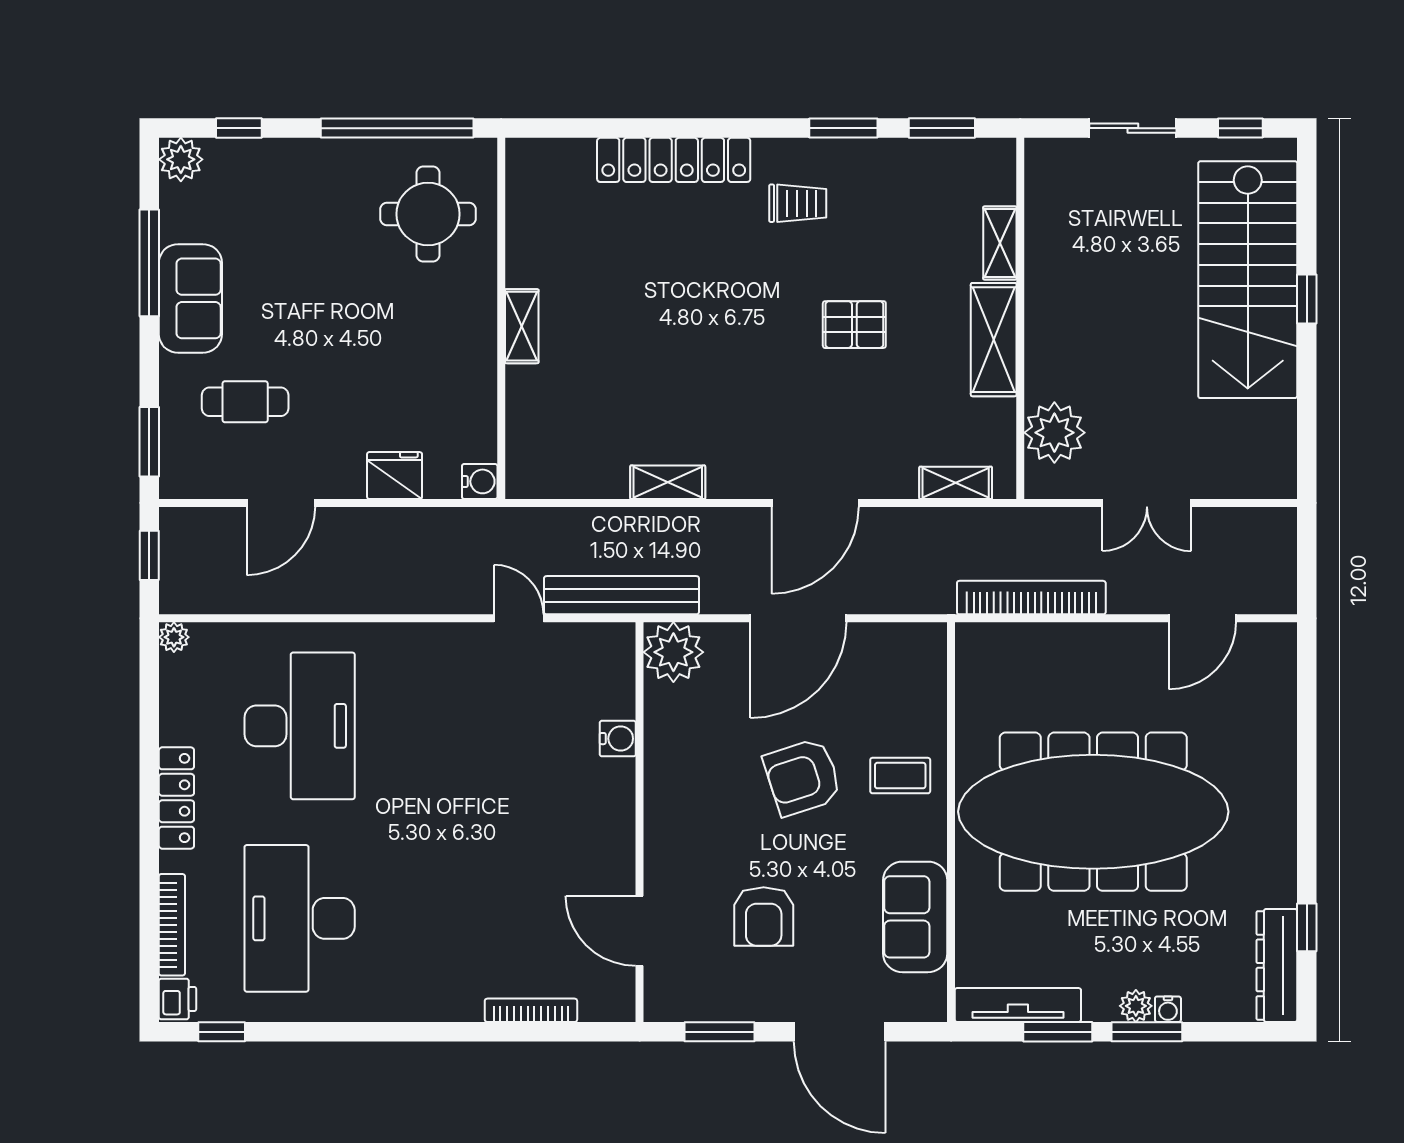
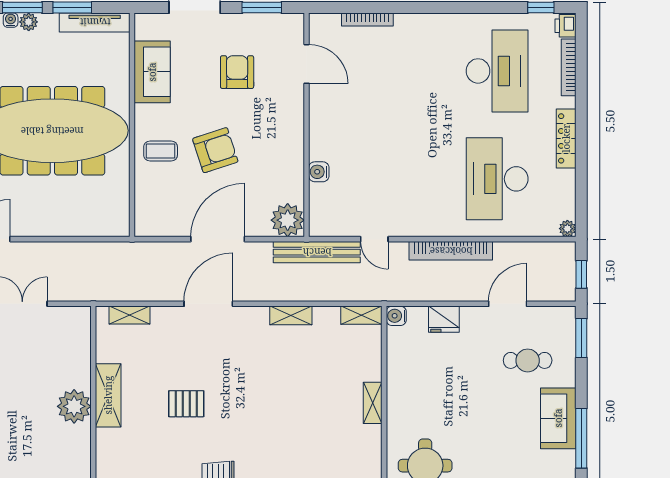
shelving: (1000, 243) -> (361, 315), moved, turned 90
plant: (1054, 433) -> (74, 406), moved
bookcase: (1031, 598) -> (451, 251), moved

